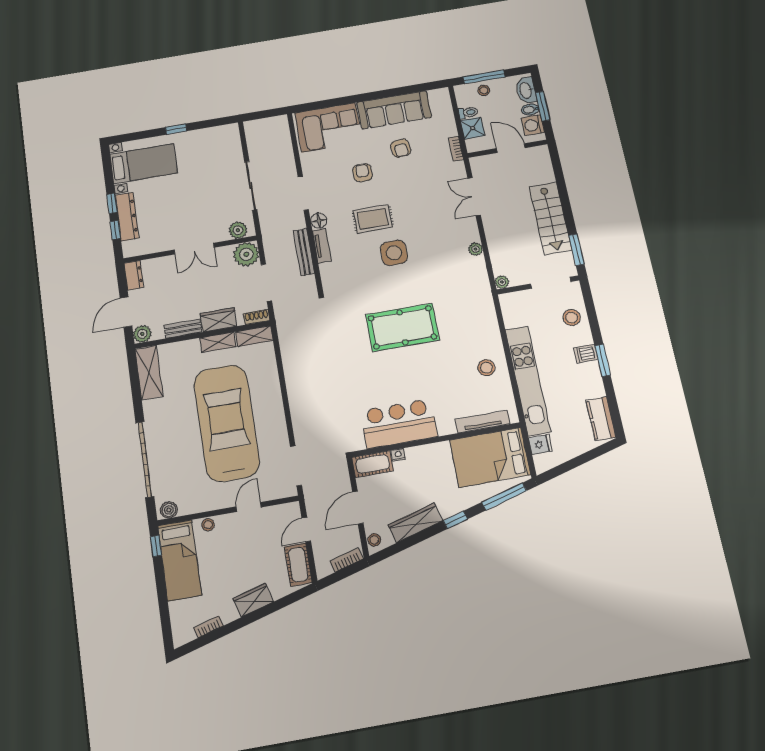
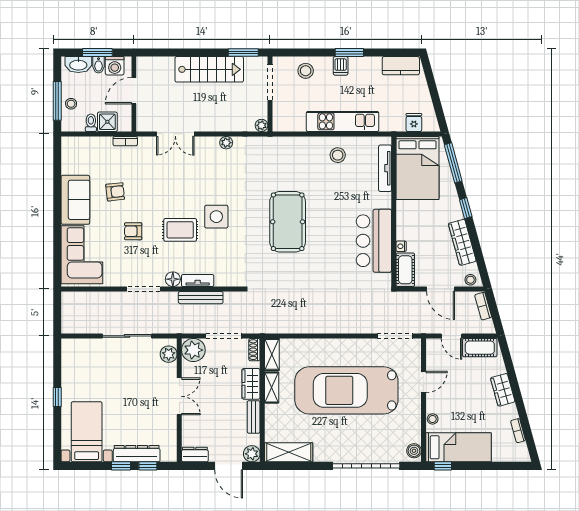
sofa: (394, 110) -> (75, 200), width x0.73
rug: (373, 219) -> (180, 230), turned 90
kitchen unit: (528, 380) -> (343, 121), width x0.73
door: (249, 507) -> (424, 382), swing flipped

